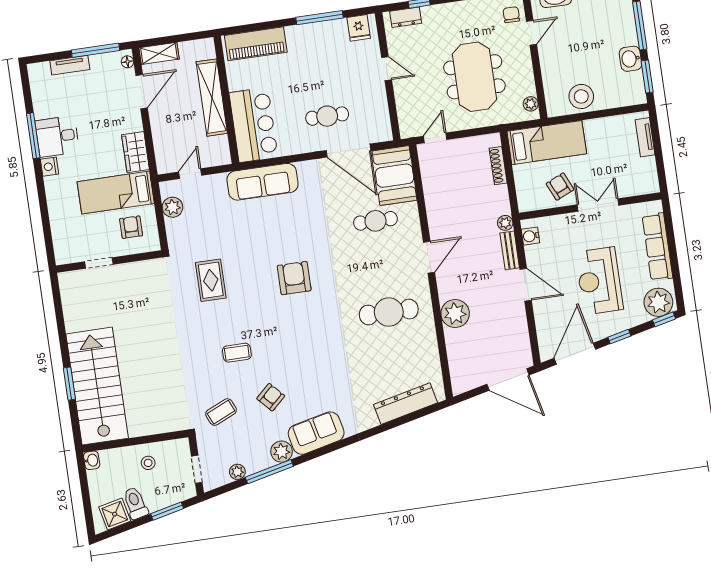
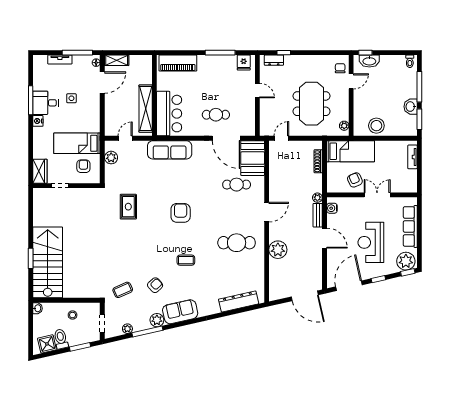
shelving: (212, 98) -> (146, 109), moved
side table: (97, 123) -> (71, 98), added
wardrobe: (135, 152) -> (40, 171), moved, turned 180
coffee table: (237, 353) -> (186, 260), moved

